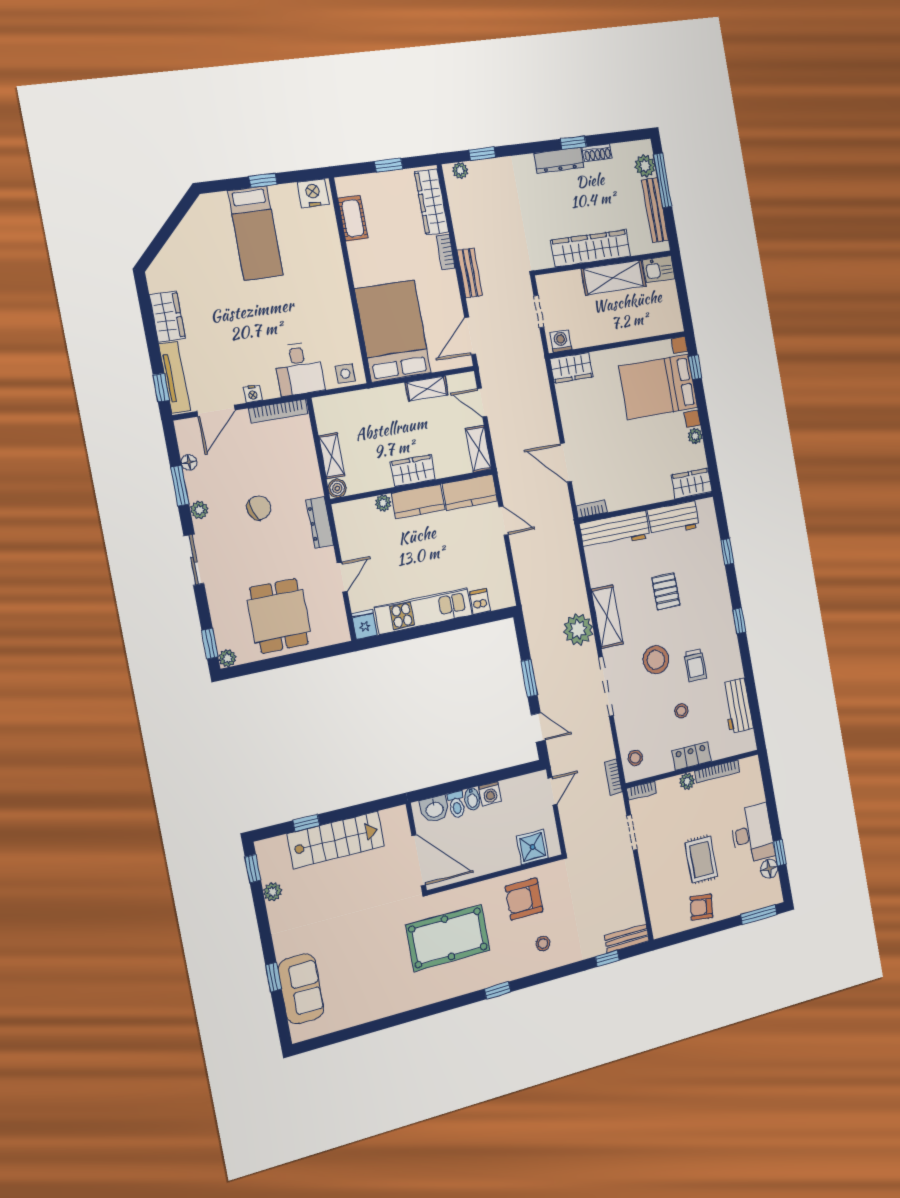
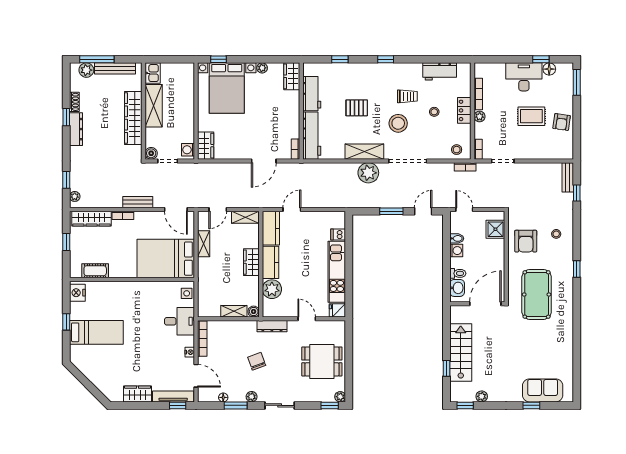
boiler: (545, 284) -> (151, 153), added
plant: (383, 503) -> (272, 289), width x1.88, depth x1.88
bidet: (472, 799) -> (457, 238), moved

